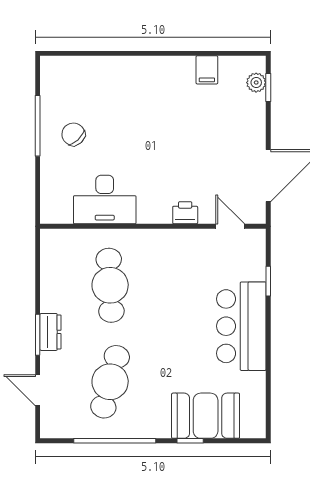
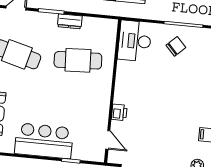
desk: (105, 199) -> (135, 41), moved
door: (230, 226) -> (108, 140), hinge flipped
dresser: (50, 332) -> (70, 21), moved

